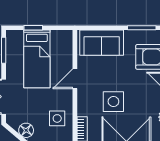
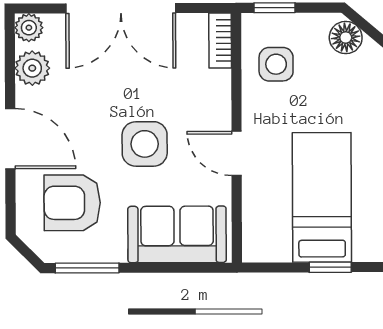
door: (75, 79) -> (237, 153), swing flipped
side table: (113, 102) -> (145, 144), moved

